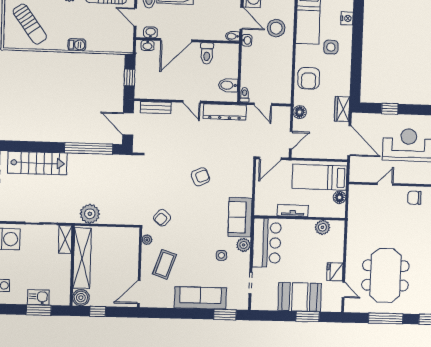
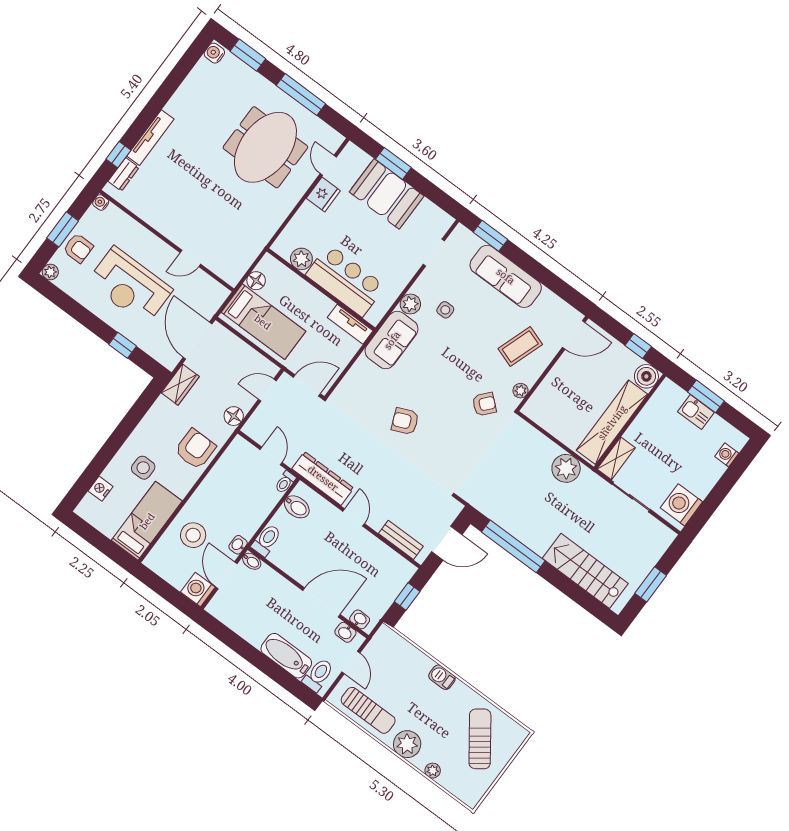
toilet: (207, 53) -> (267, 540), moved
door: (128, 124) -> (447, 543), hinge flipped
chair: (414, 198) -> (166, 217), removed
tv unit: (293, 211) -> (350, 324), moved
bar counter: (267, 243) -> (345, 281), moved, turned 90

